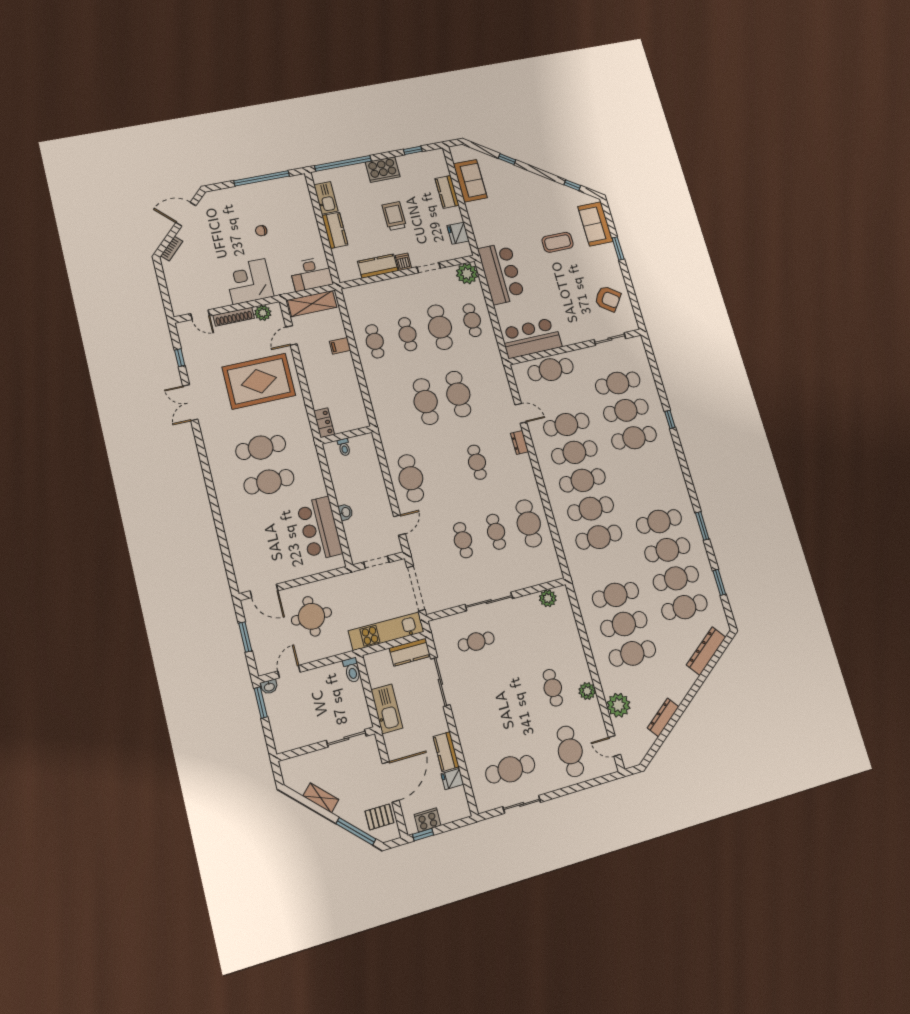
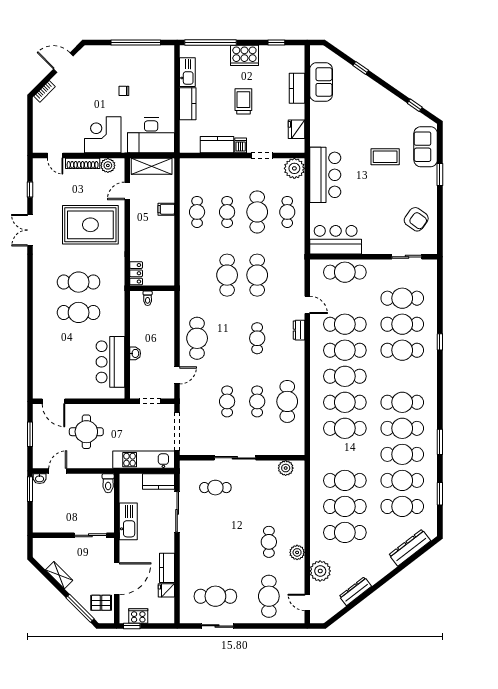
desk: (311, 274) -> (151, 135), width x1.36, depth x1.30
cafe table: (651, 493) -> (402, 402), added

